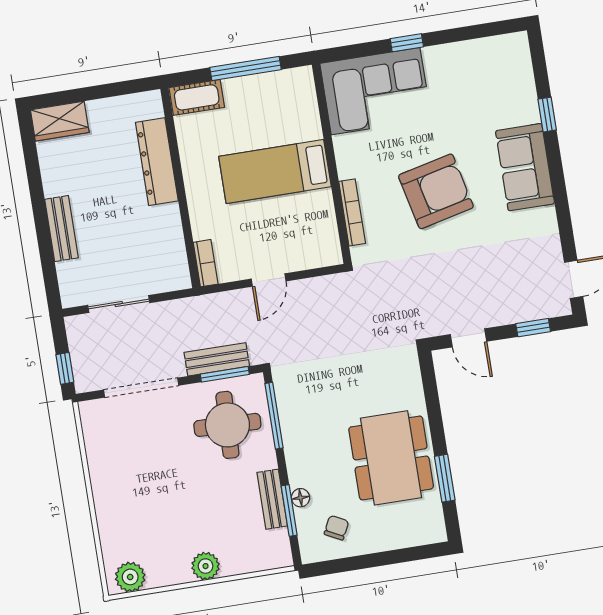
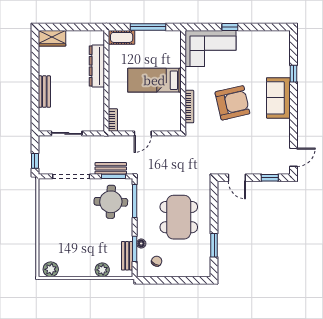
dining table: (391, 458) -> (179, 217), moved
bench: (272, 499) -> (127, 256), moved
plant: (206, 566) -> (102, 270), moved

